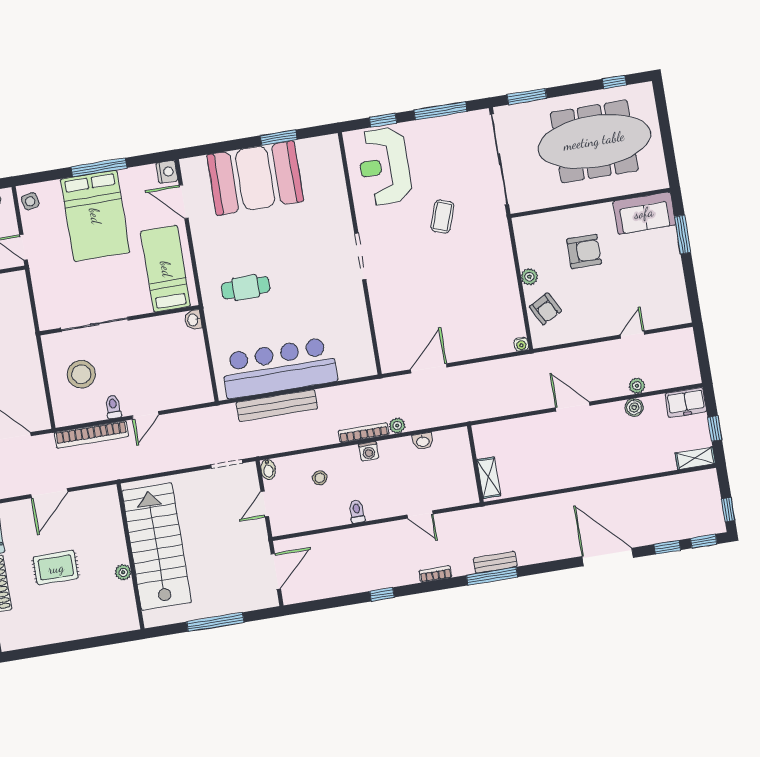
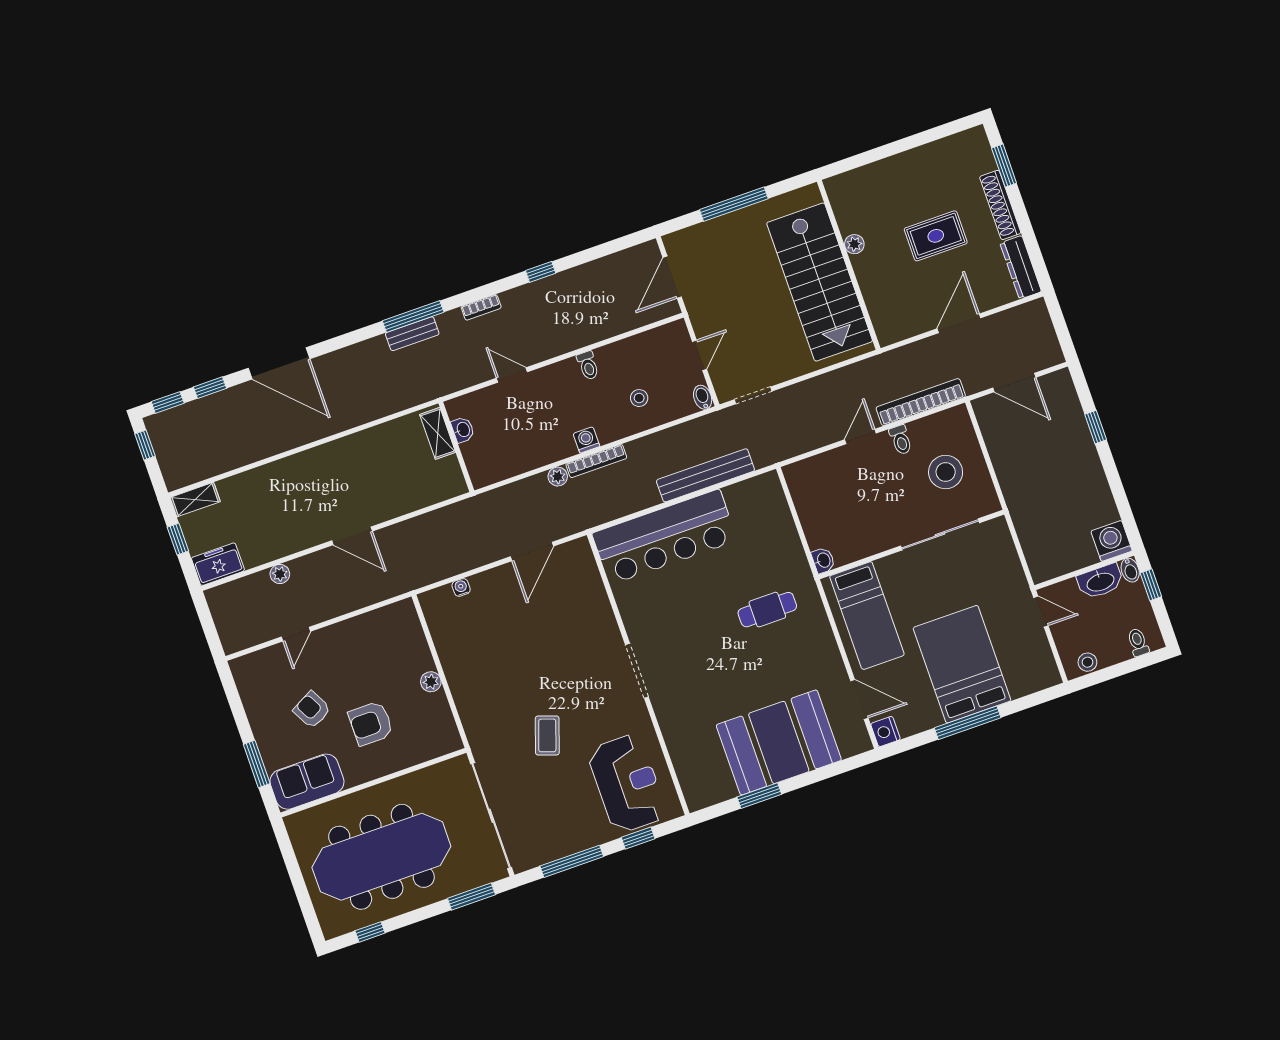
side table: (30, 201) -> (1043, 668), removed
armchair: (545, 309) -> (312, 710), moved
water cooler: (521, 344) -> (461, 587), moved
bar counter: (279, 368) -> (665, 537), moved
boiler: (634, 408) -> (279, 547), removed
washbasin: (423, 441) -> (463, 430), moved, turned 90

